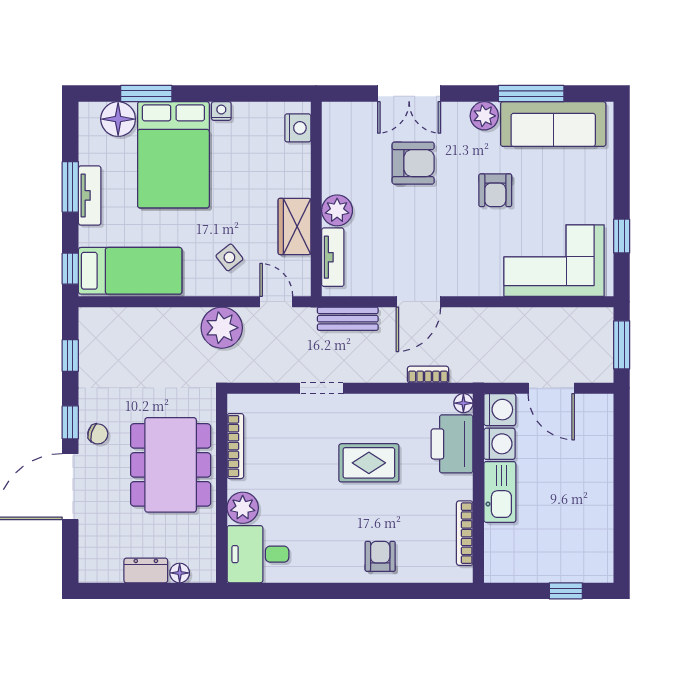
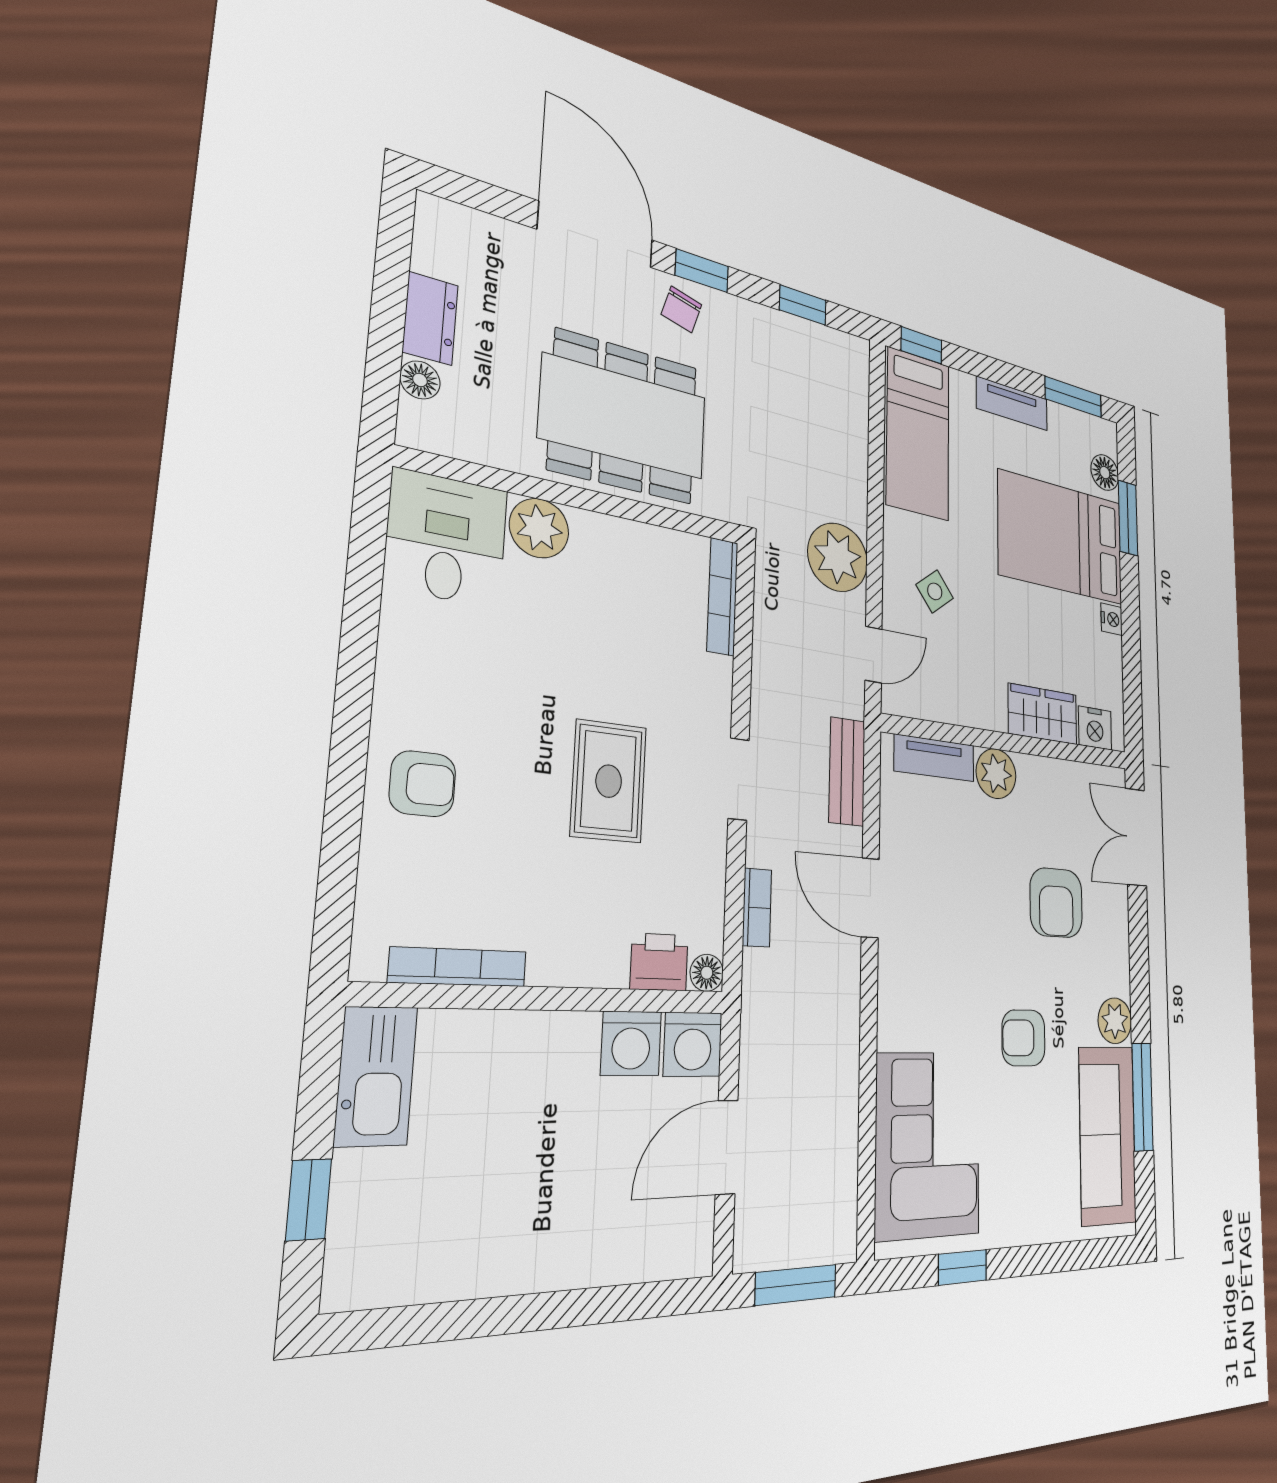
double door: (409, 94) -> (1136, 837), moved
floor lamp: (118, 119) -> (1105, 473), width x0.73, depth x0.73
window: (70, 187) -> (1073, 397), moved
wardrobe: (294, 226) -> (1043, 714), moved
doorway: (321, 388) -> (739, 779), moved
printer: (452, 444) -> (659, 962), width x0.53, depth x0.68
bookcase: (235, 446) -> (722, 597), moved, turned 90
kitchen sink: (500, 492) -> (376, 1076), moved, turned -90

